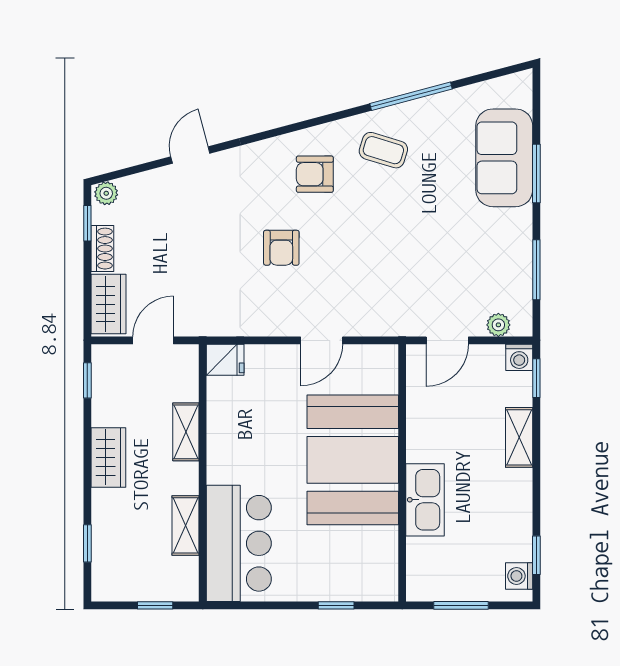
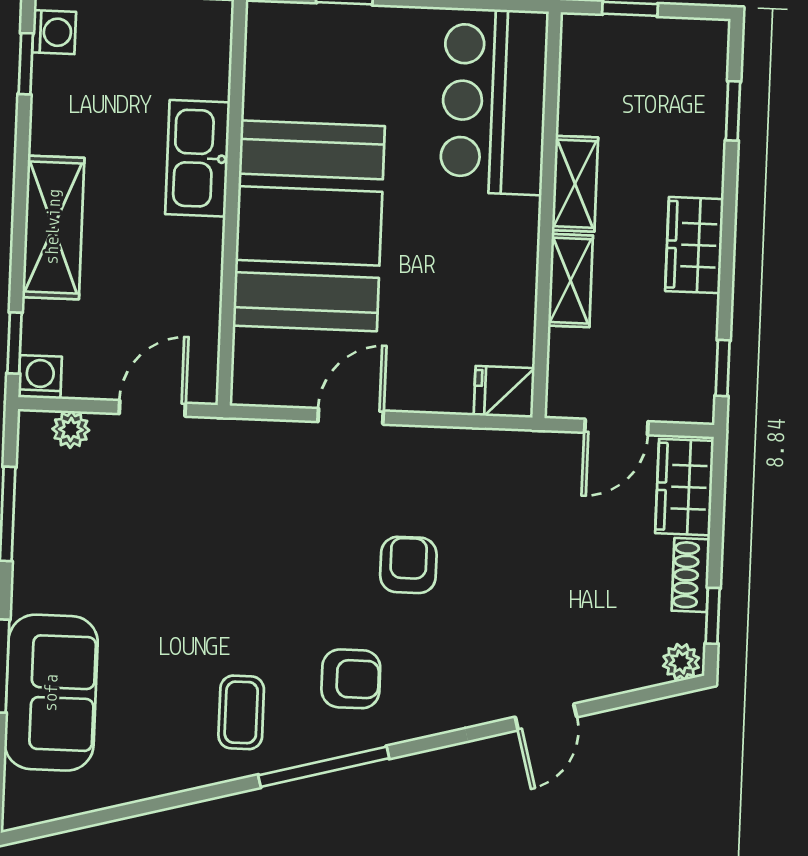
window: (411, 96) -> (324, 767), moved
coffee table: (383, 150) -> (241, 712), turned 73
shelving: (519, 437) -> (53, 227), width x1.50, depth x1.33
shelving: (186, 525) -> (575, 184), moved

